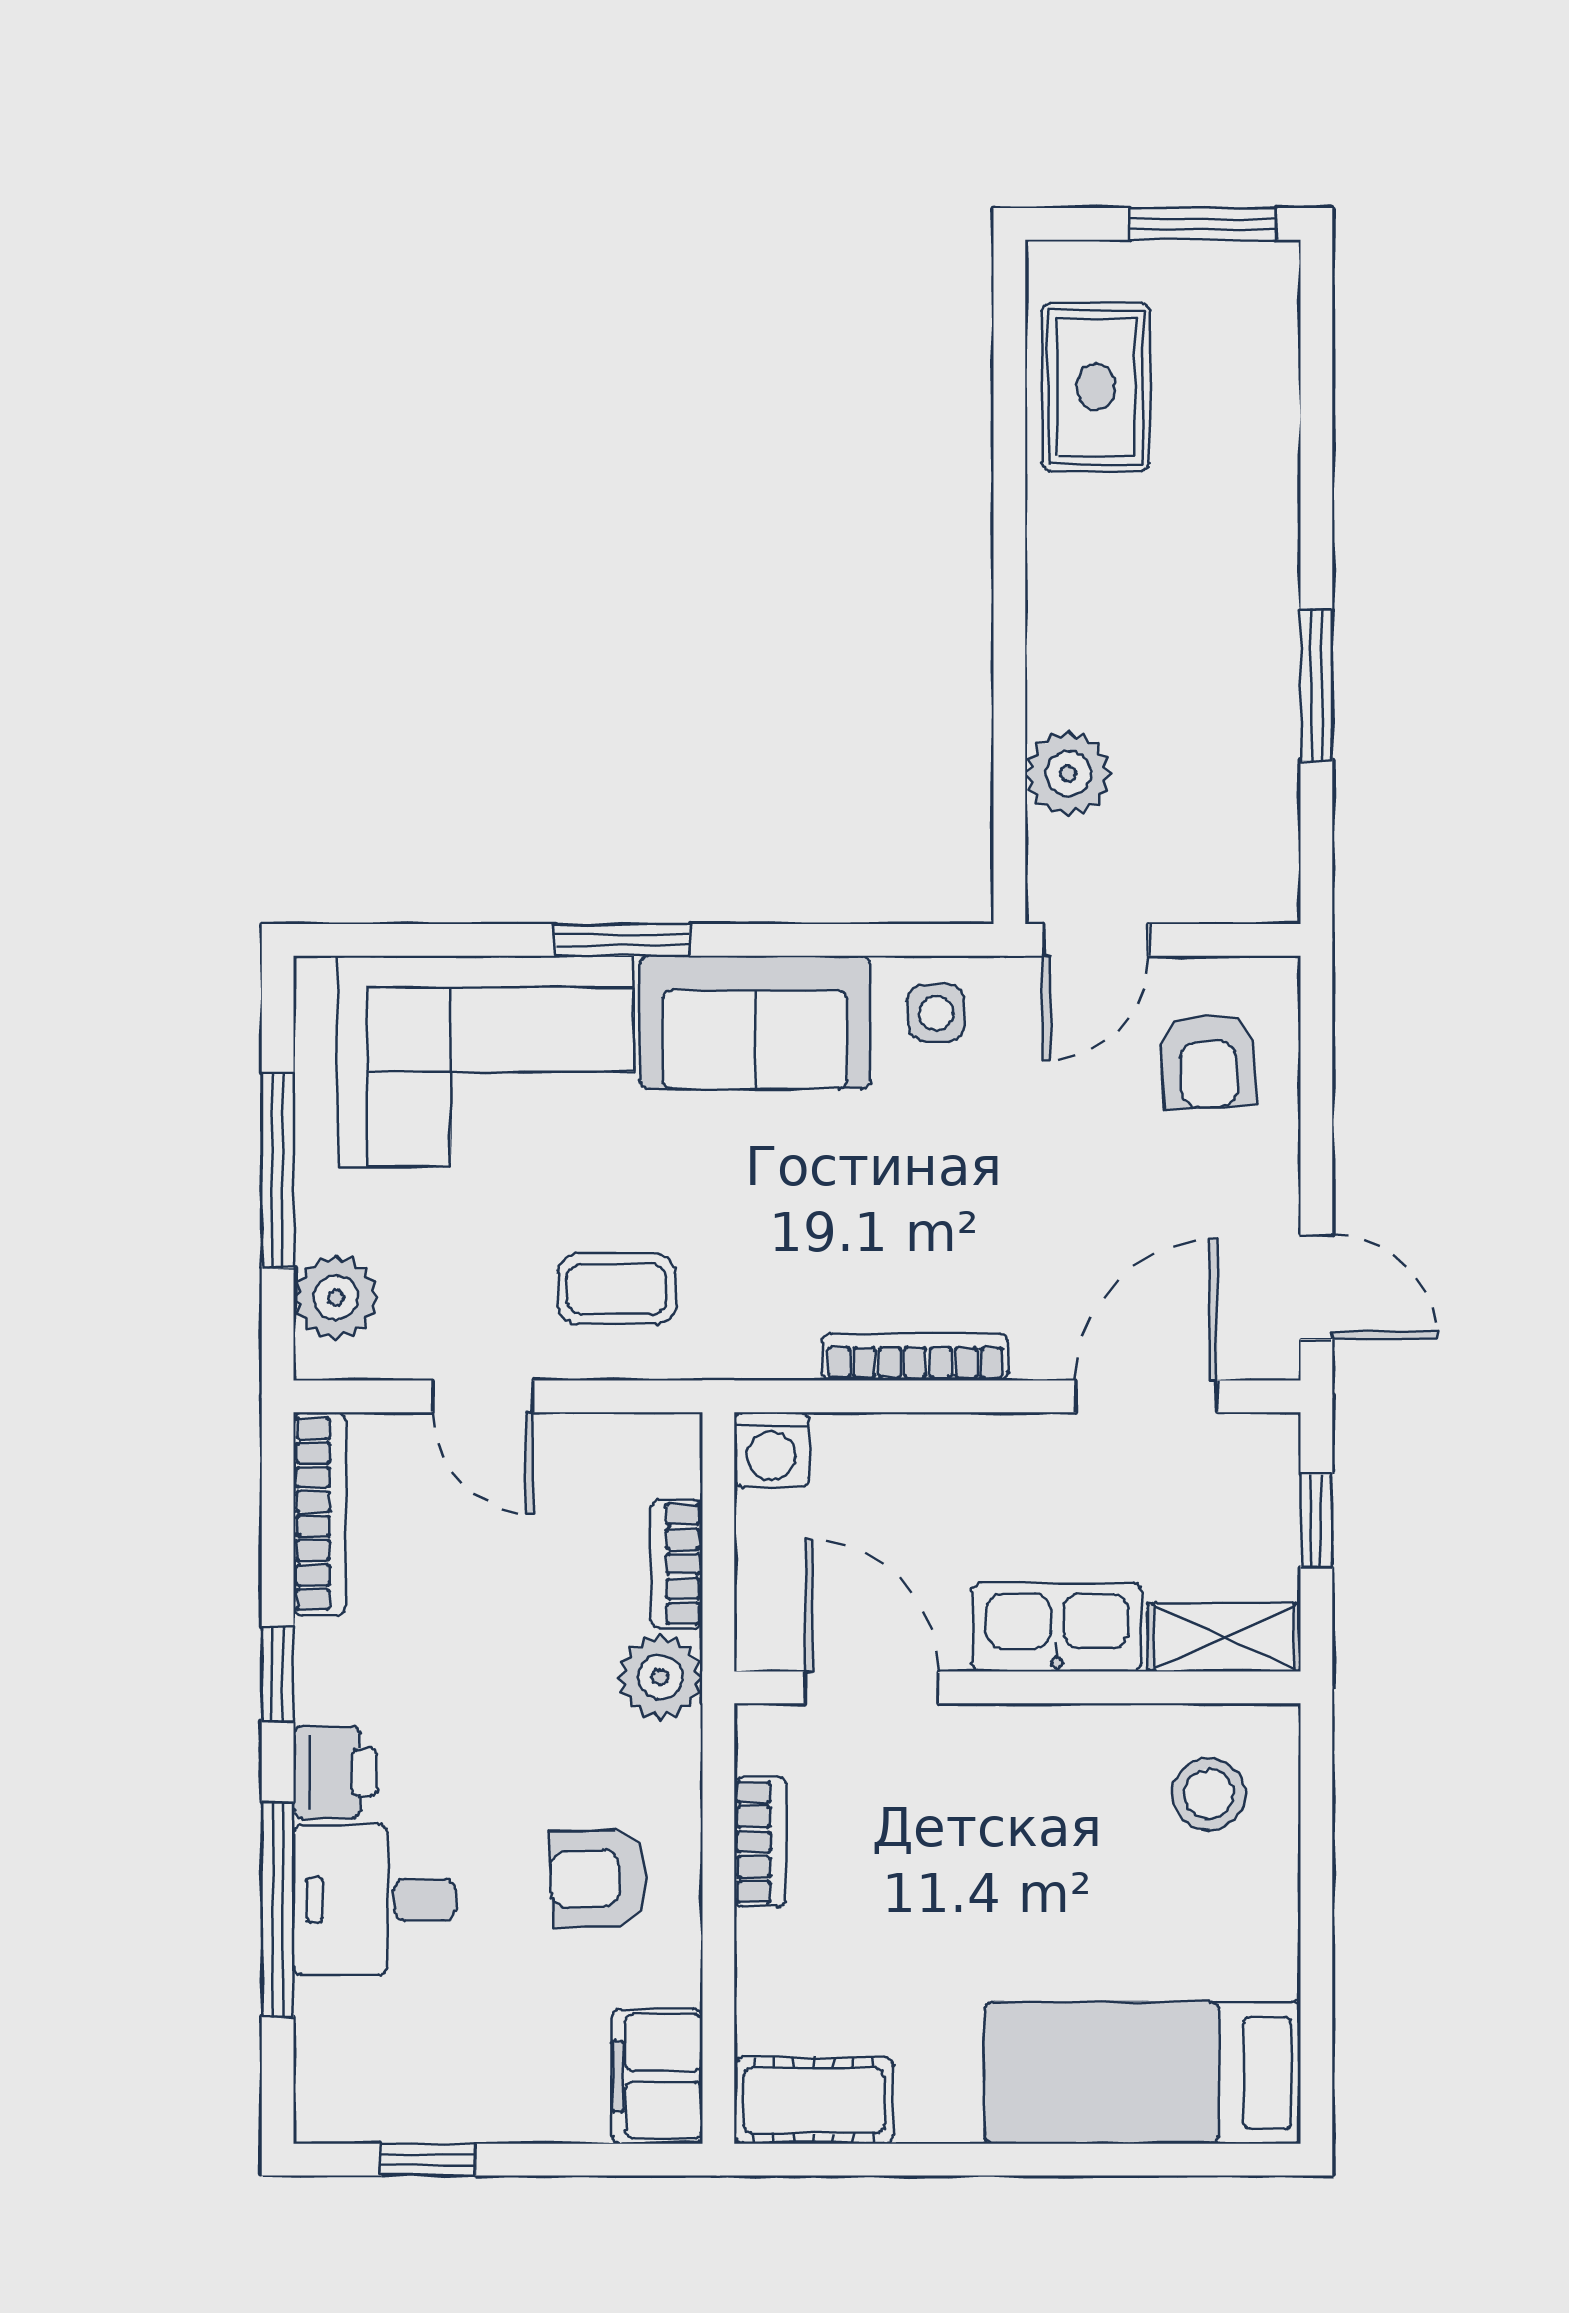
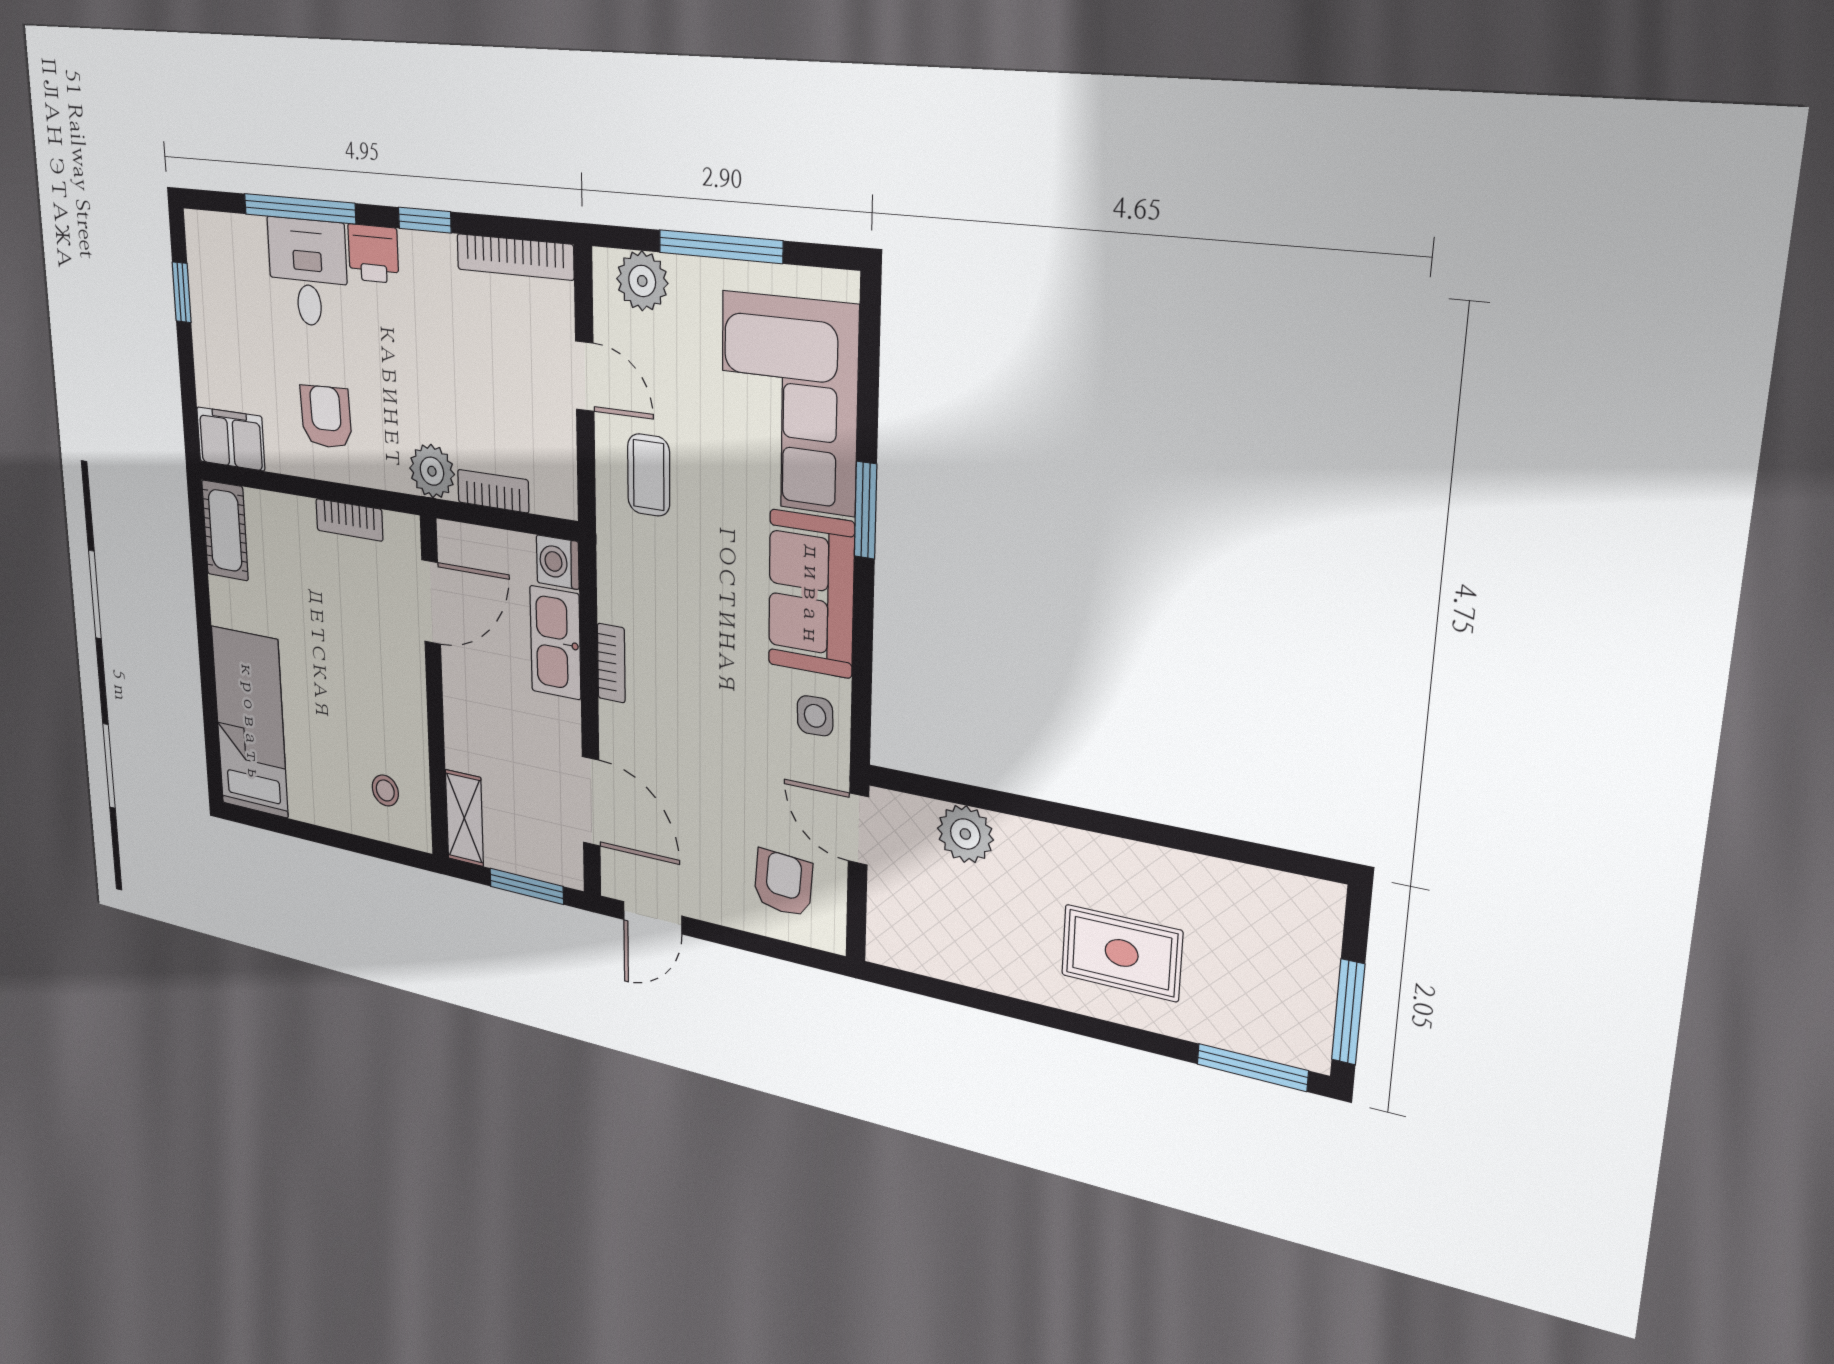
rug: (1096, 387) -> (1122, 953), moved
window: (1316, 685) -> (1252, 1067), moved
armchair: (1208, 1061) -> (783, 883), turned 97
bookcase: (915, 1357) -> (611, 663), width x0.64
door: (483, 1396) -> (585, 376), swing flipped
window: (1316, 1520) -> (527, 886), width x1.50
kitchen sink: (1057, 1627) -> (555, 643), moved, turned 180
stool: (1209, 1794) -> (385, 790), width x0.73, depth x0.73

